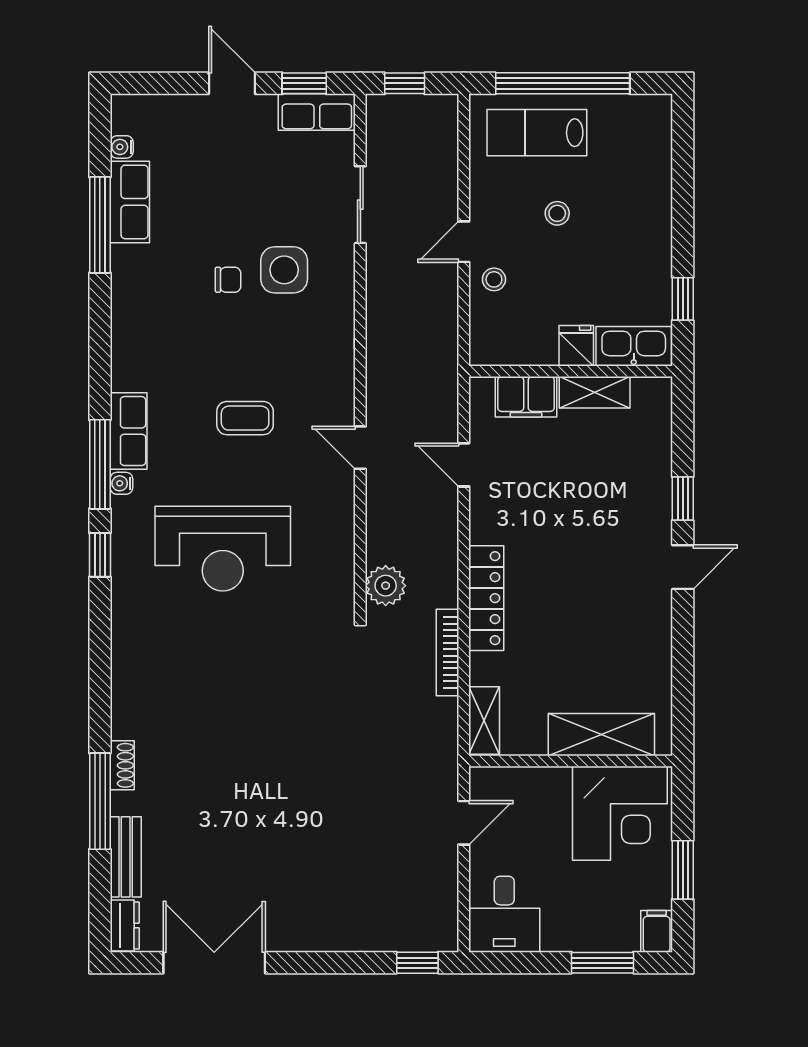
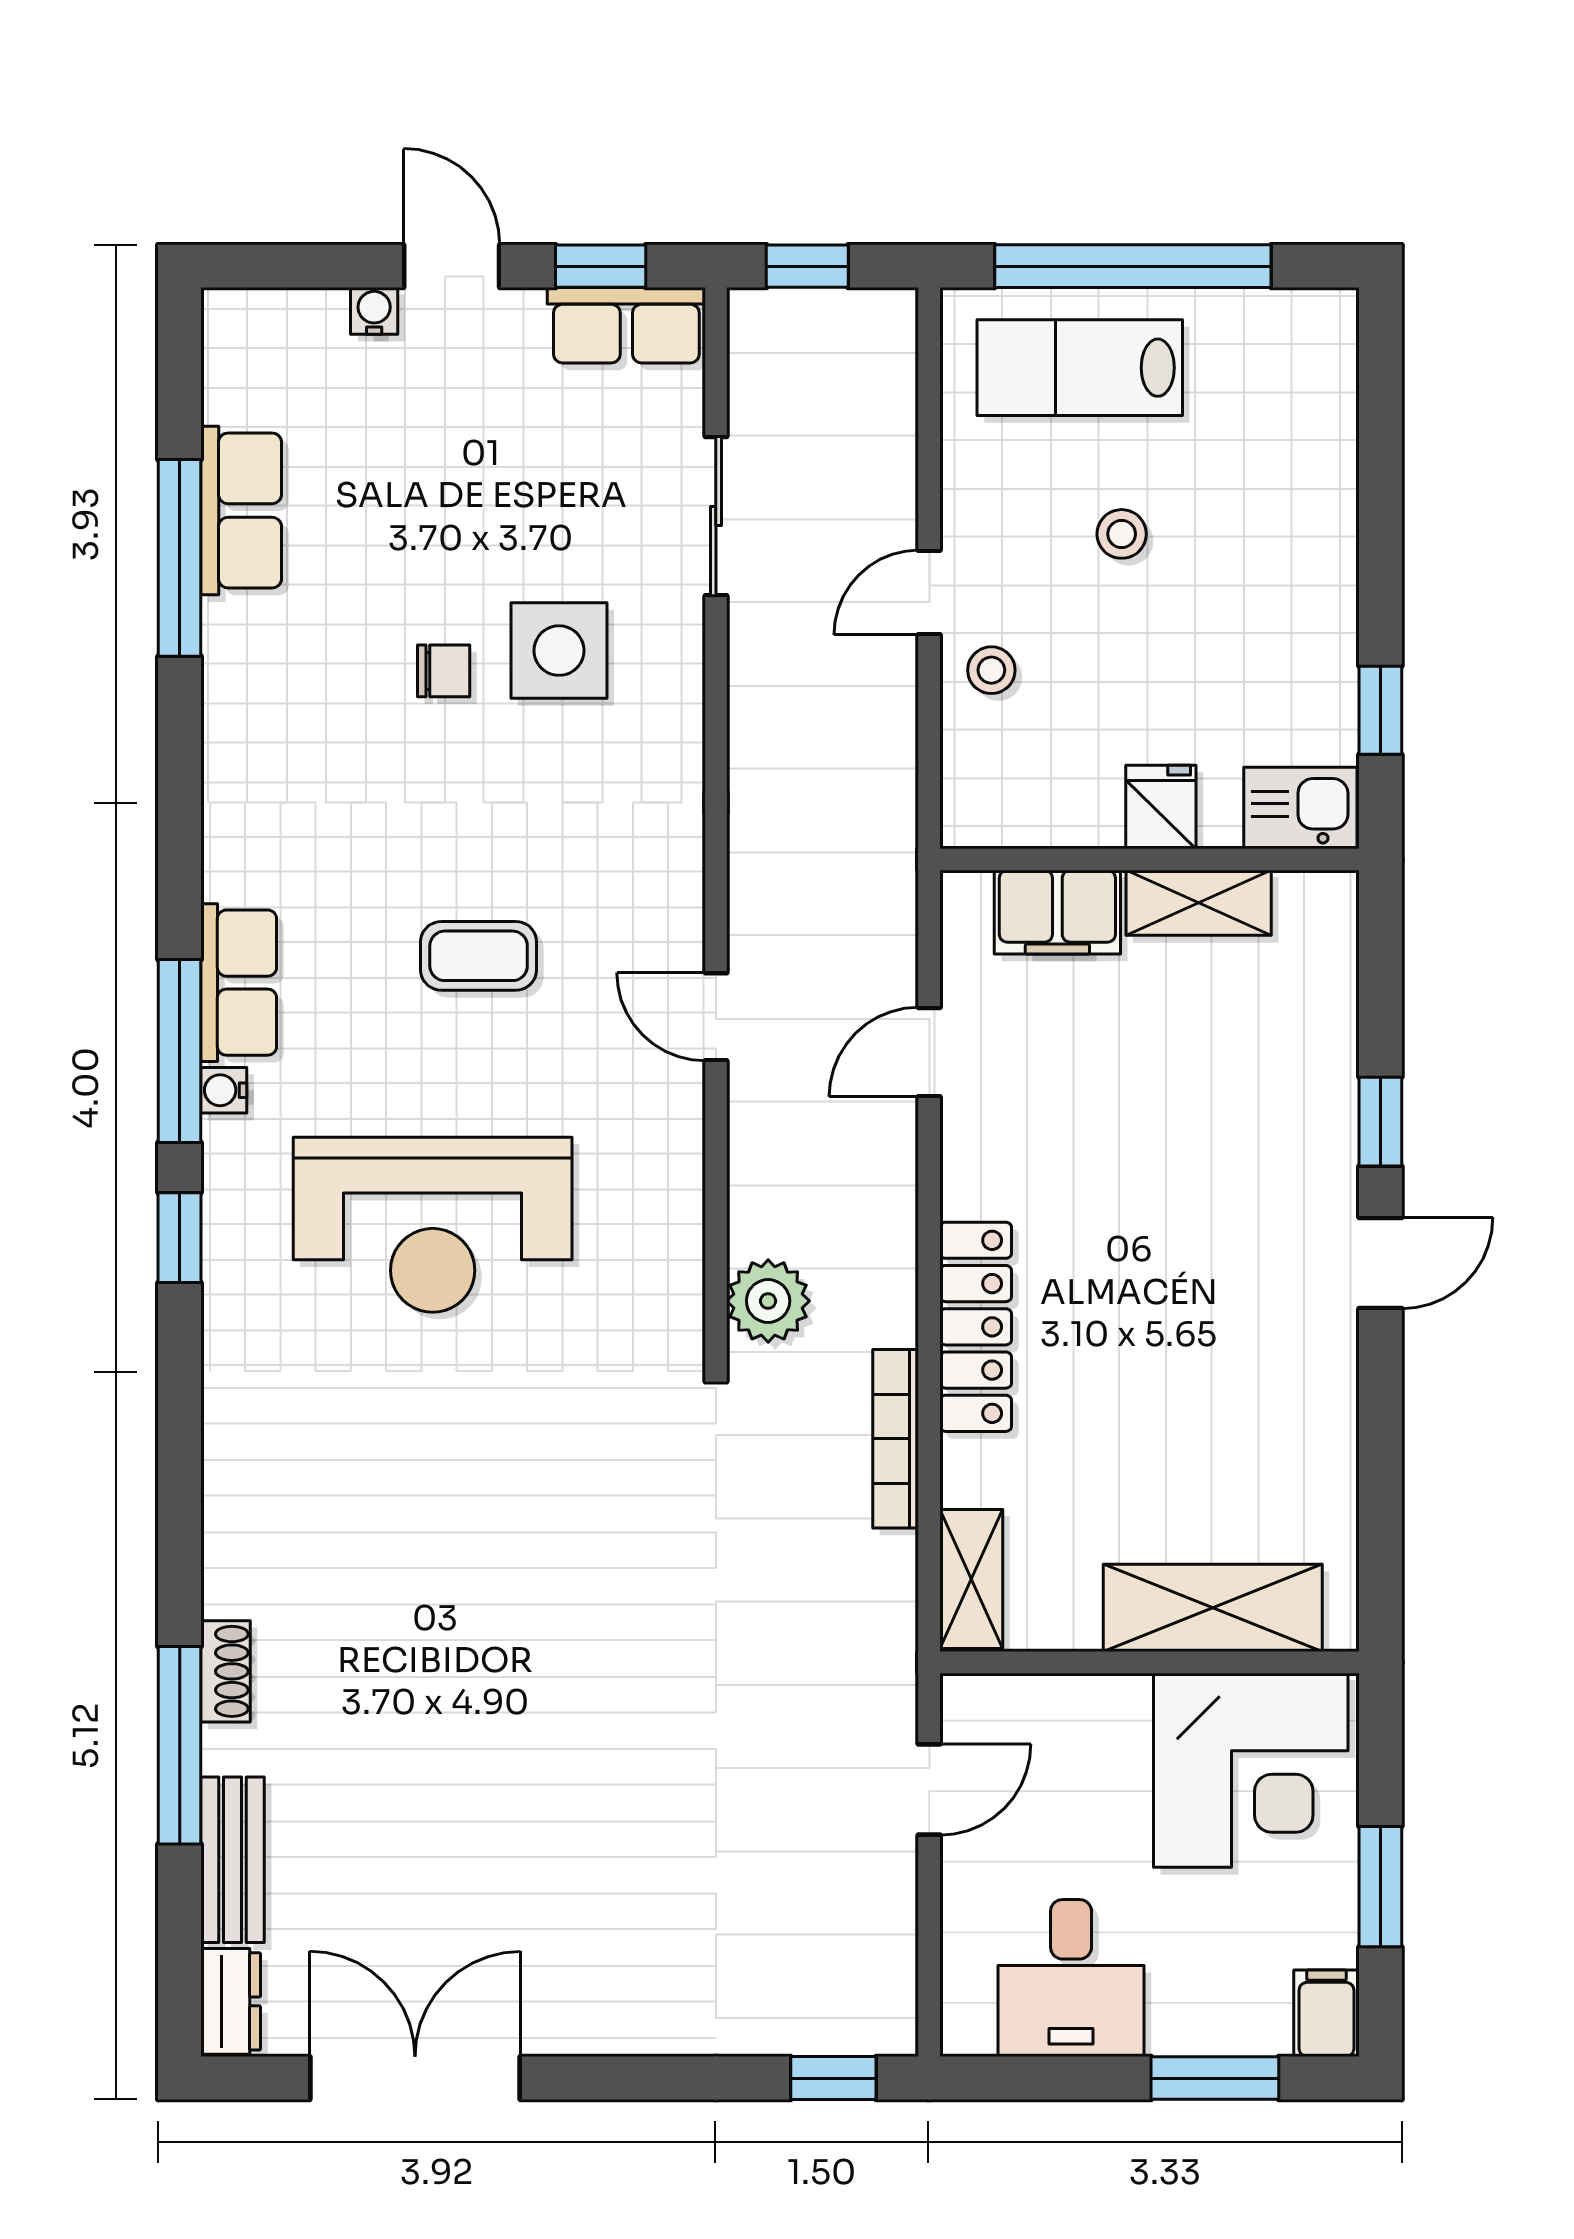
water cooler: (122, 147) -> (374, 311), moved, turned 90
kitchen sink: (634, 346) -> (1300, 808), width x0.73
door: (464, 465) -> (929, 1052), hinge flipped
desk: (504, 914) -> (1071, 1978), moved

